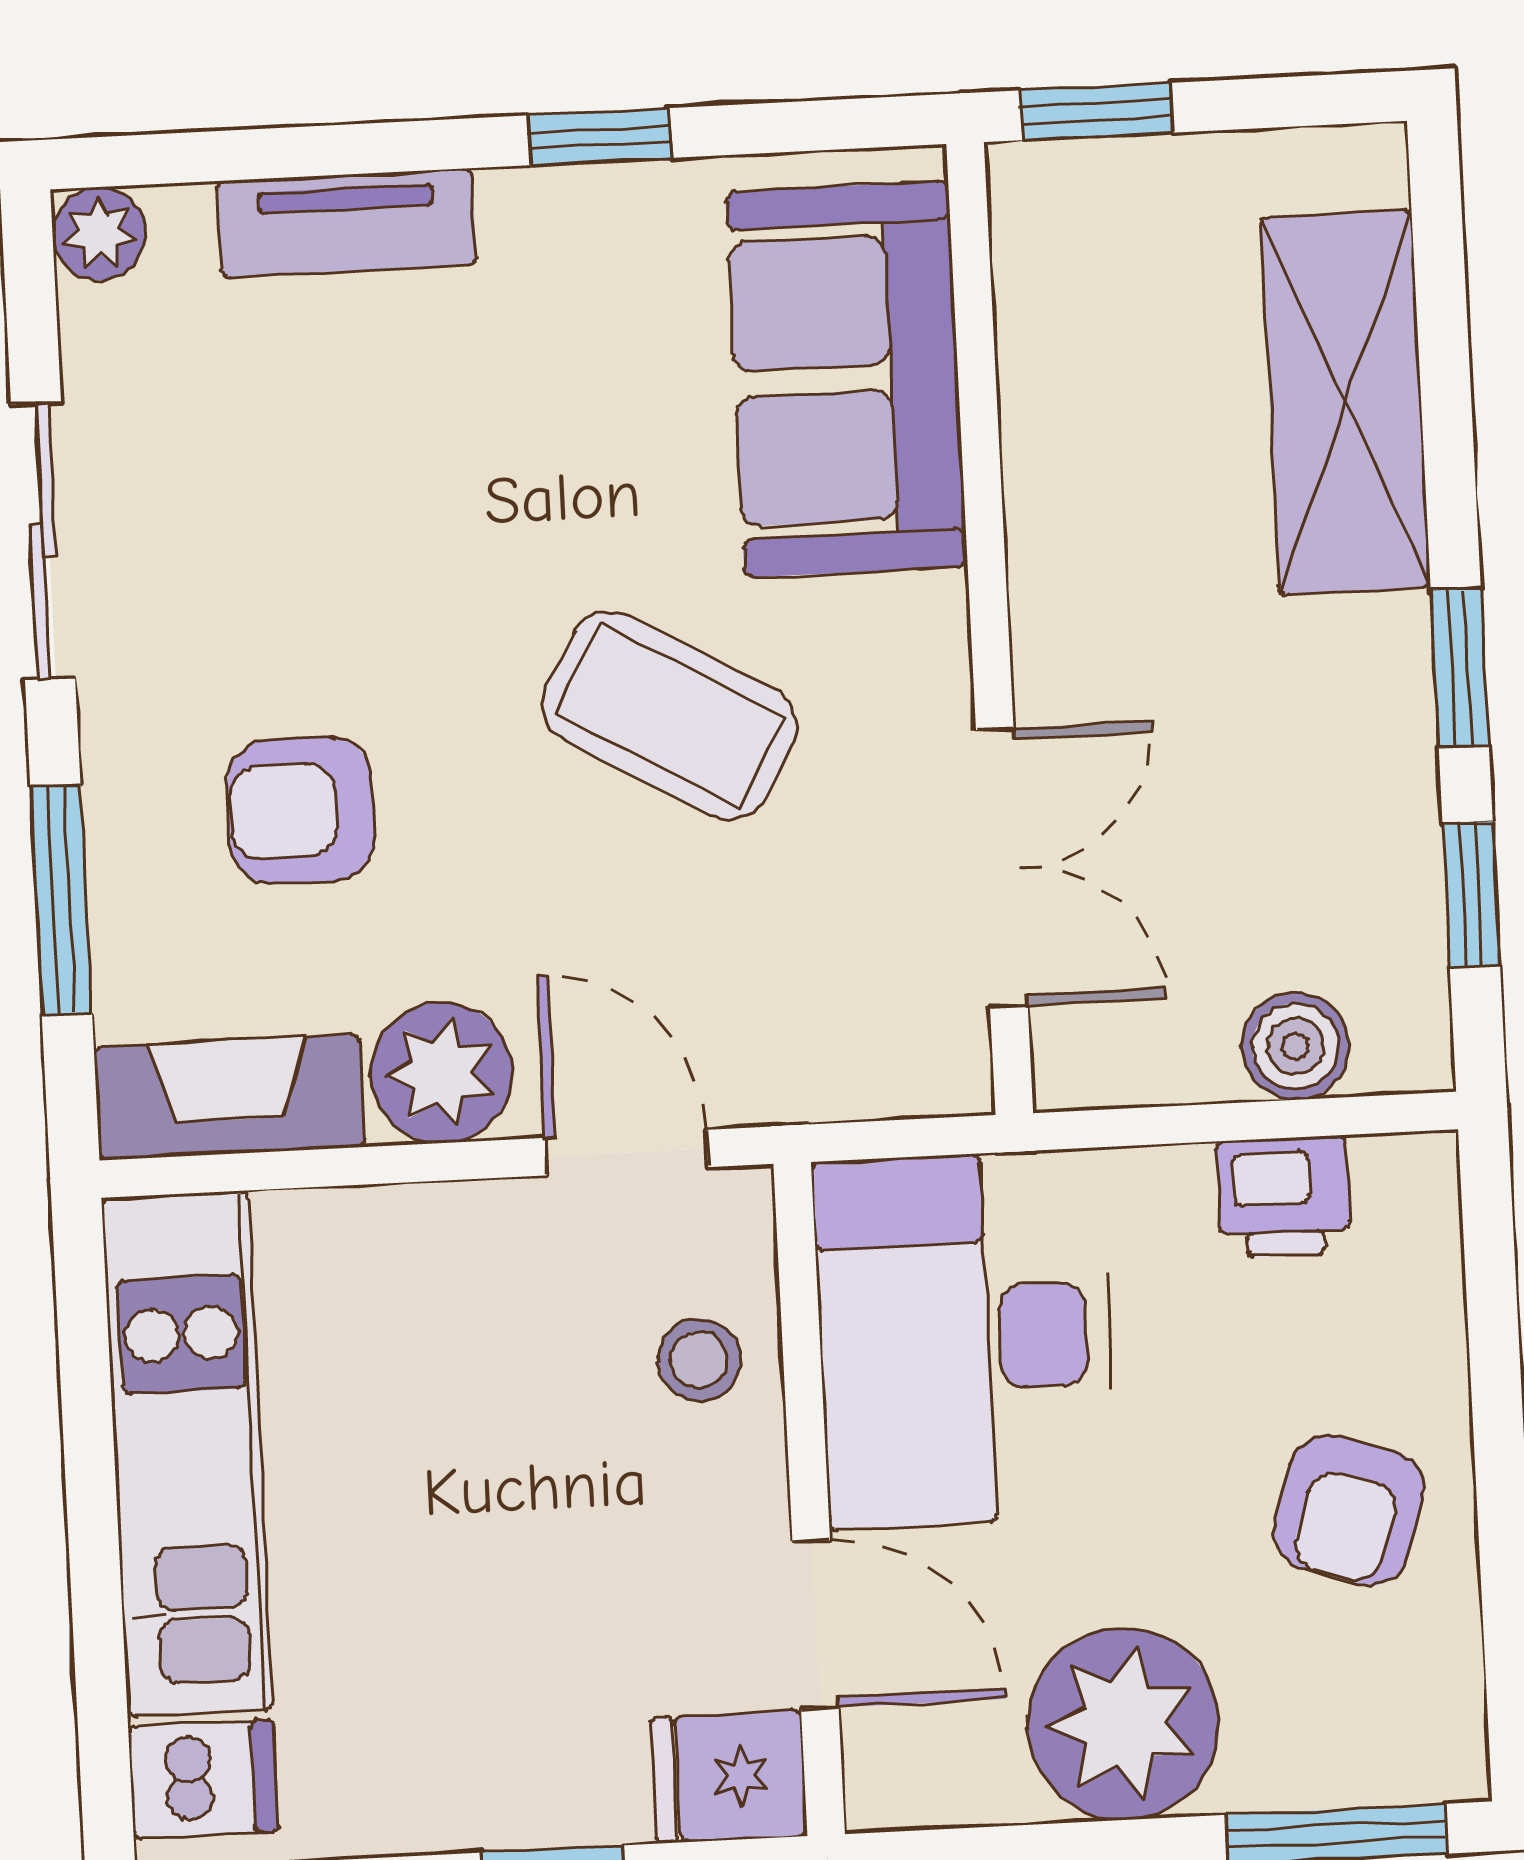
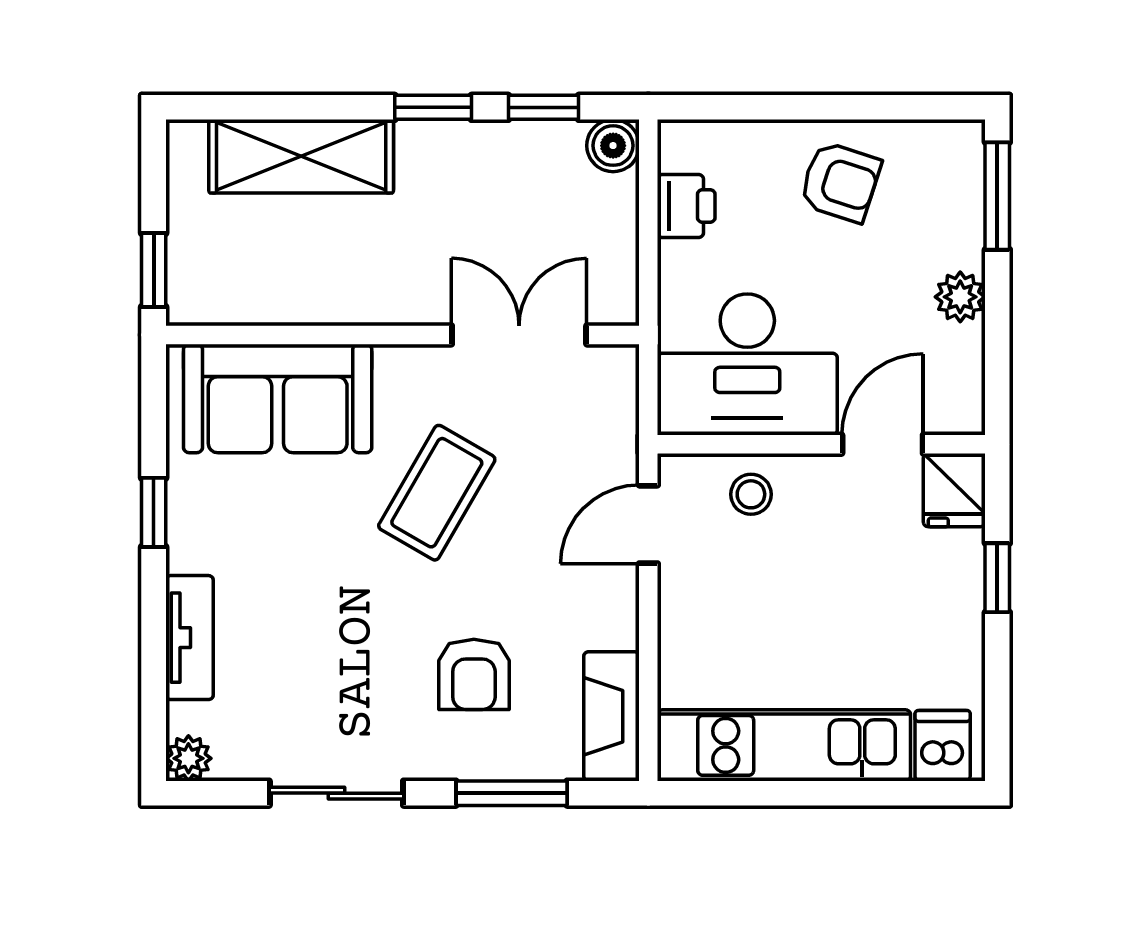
boiler: (1295, 1046) -> (613, 146), moved
plant: (442, 1073) -> (605, 612), removed
plant: (1123, 1724) -> (960, 297), width x0.53, depth x0.53

